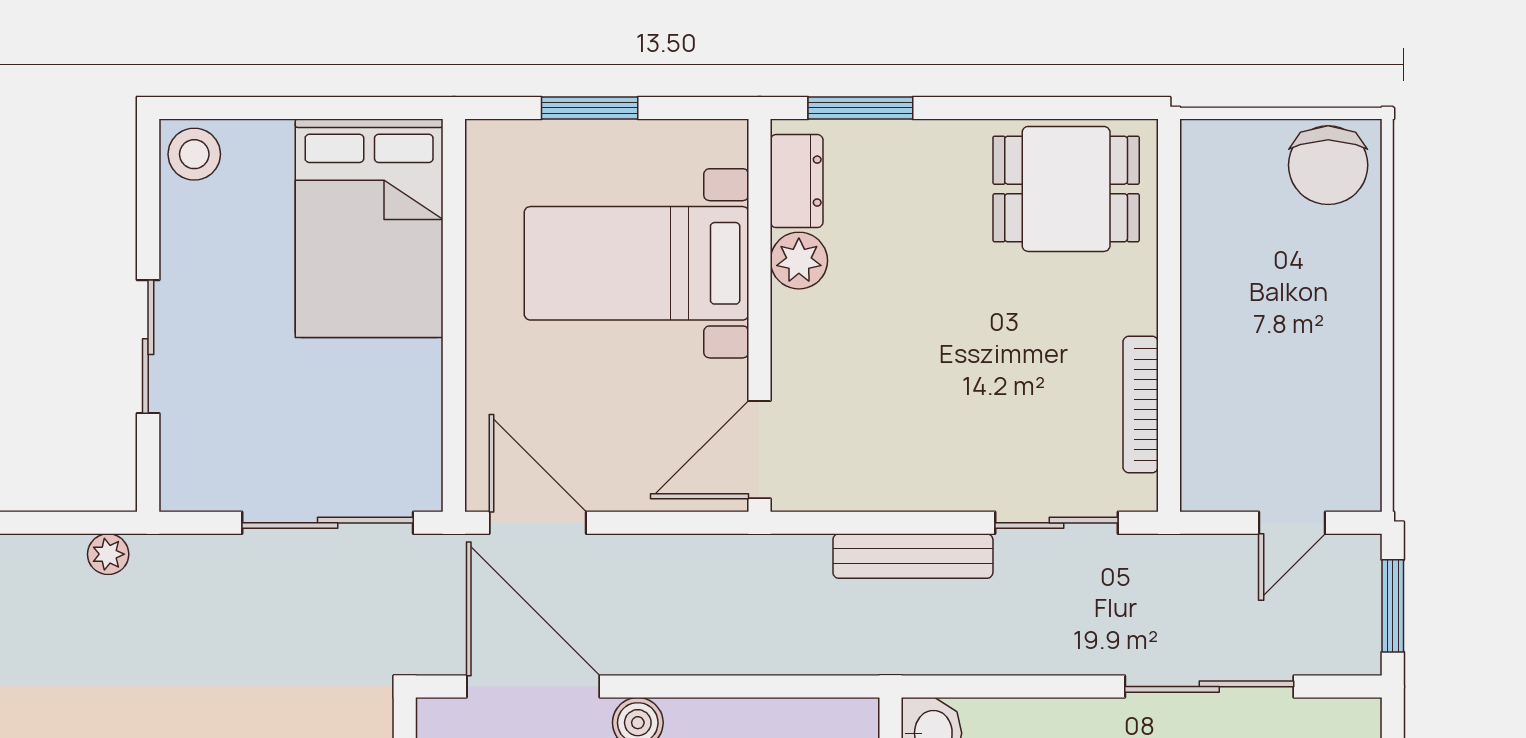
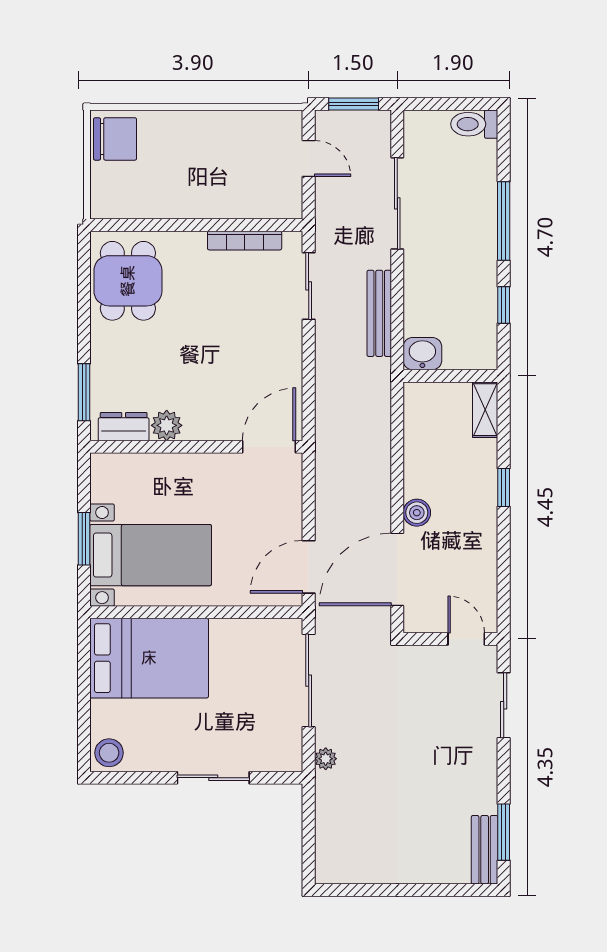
bed with nightstands: (637, 263) -> (151, 555), moved, turned -90
door: (760, 450) -> (269, 447), swing flipped
plant: (108, 554) -> (326, 759), moved
bench: (913, 556) -> (379, 313), moved

